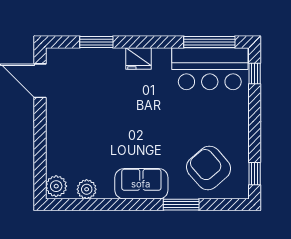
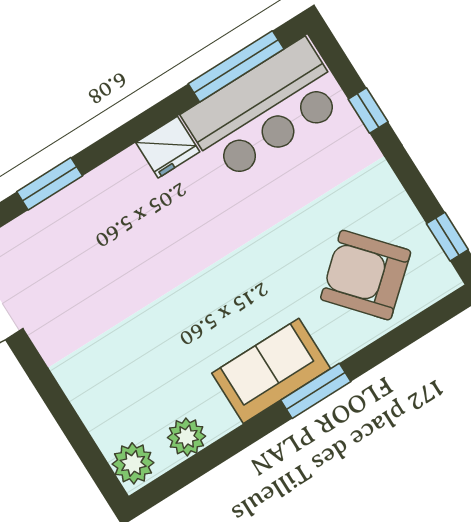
fridge: (138, 58) -> (168, 147), moved
window: (255, 74) -> (368, 111), moved
window: (181, 205) -> (316, 391), moved

